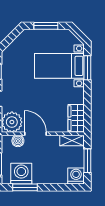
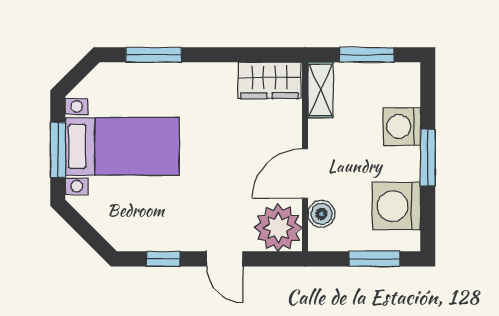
bed with nightstands: (59, 66) -> (122, 146), moved, turned -90
washing machine: (76, 176) -> (402, 126), moved
window: (25, 187) -> (428, 158), moved

